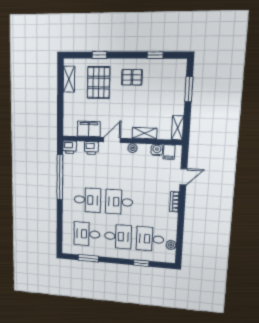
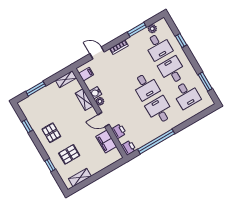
pallet: (99, 83) -> (69, 154), width x0.67, depth x0.71
water cooler: (157, 150) -> (96, 93), moved
window: (180, 230) -> (137, 30), added

